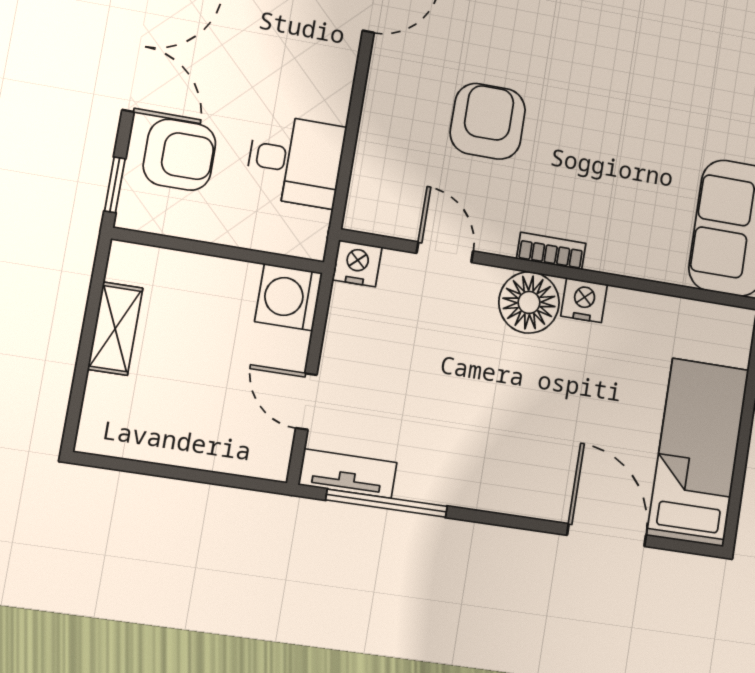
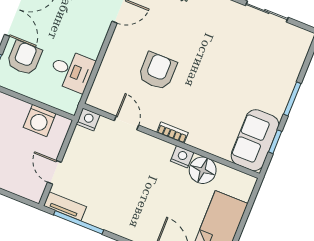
armchair: (179, 155) -> (24, 58), turned -90
washing machine: (289, 297) -> (40, 121), moved, turned -90
floor lamp: (529, 302) -> (203, 170), moved

